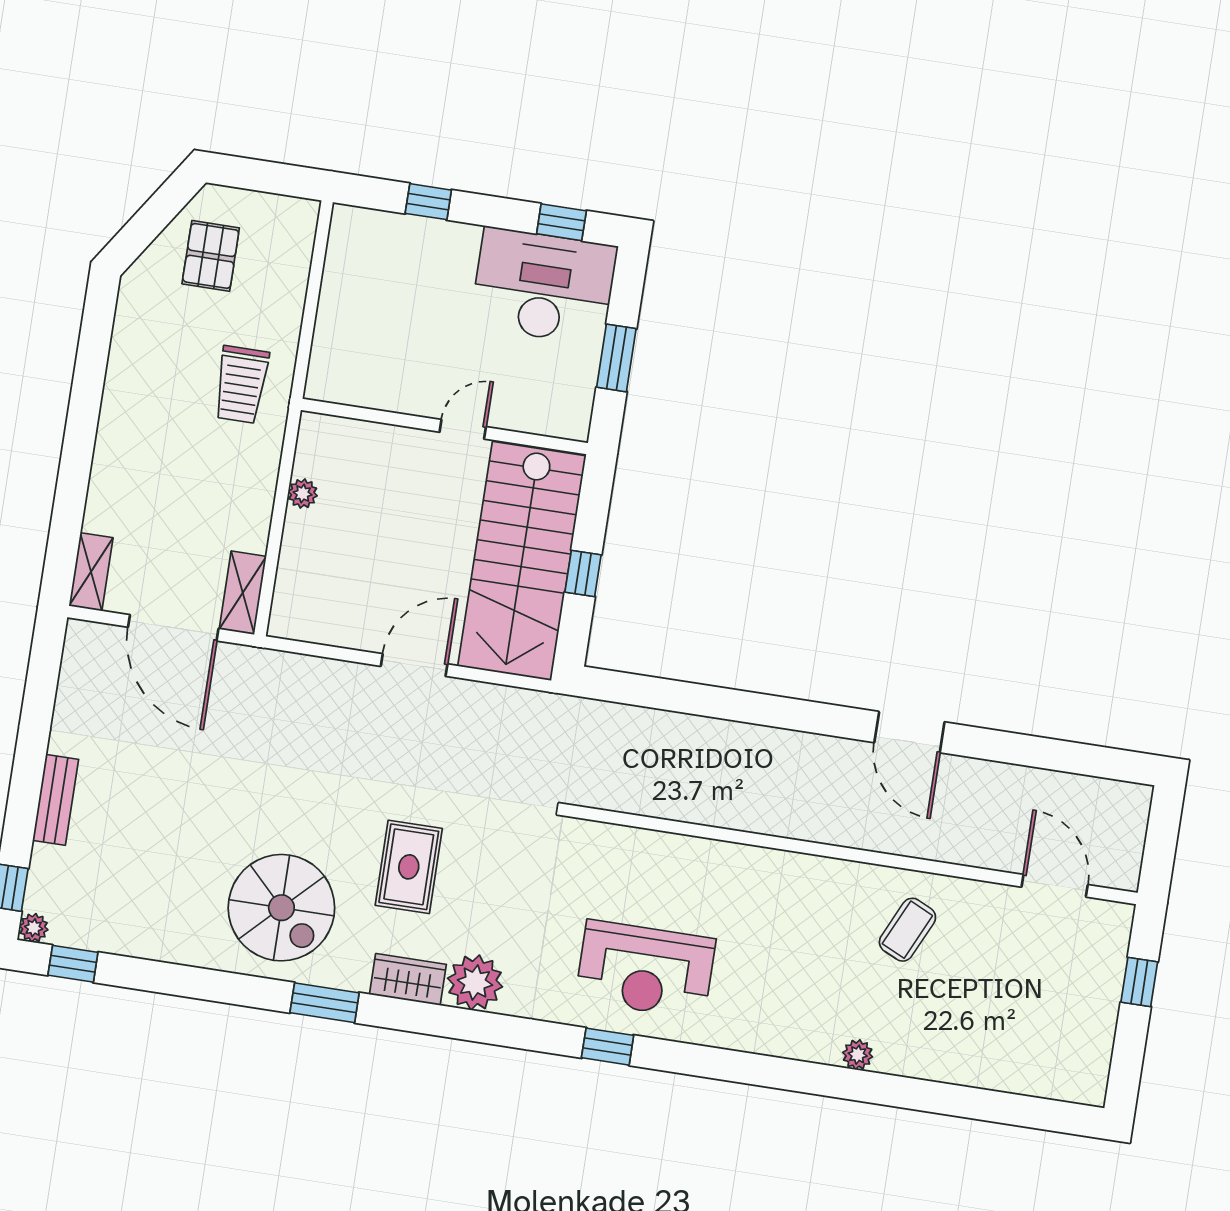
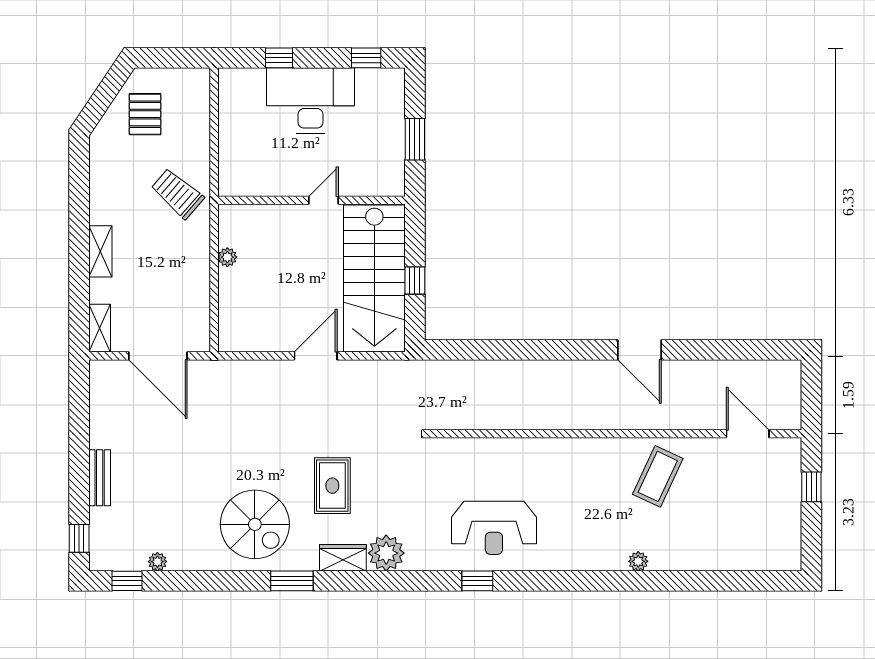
desk: (544, 286) -> (310, 101), moved
trolley: (241, 385) -> (177, 193), turned 131
shelving: (243, 593) -> (100, 251), moved
plant: (34, 928) -> (157, 562), moved
coffee table: (907, 930) -> (658, 476), width x1.36, depth x1.30

